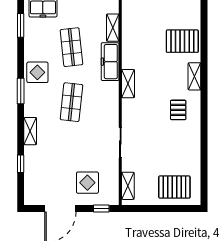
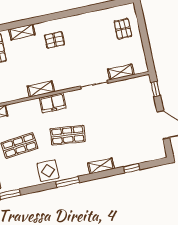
freezer: (110, 62) -> (53, 103), moved, width x0.71
display table: (87, 183) -> (135, 106), removed
shelving: (128, 186) -> (121, 72), moved
pallet: (174, 187) -> (123, 29), width x0.67, depth x0.71

